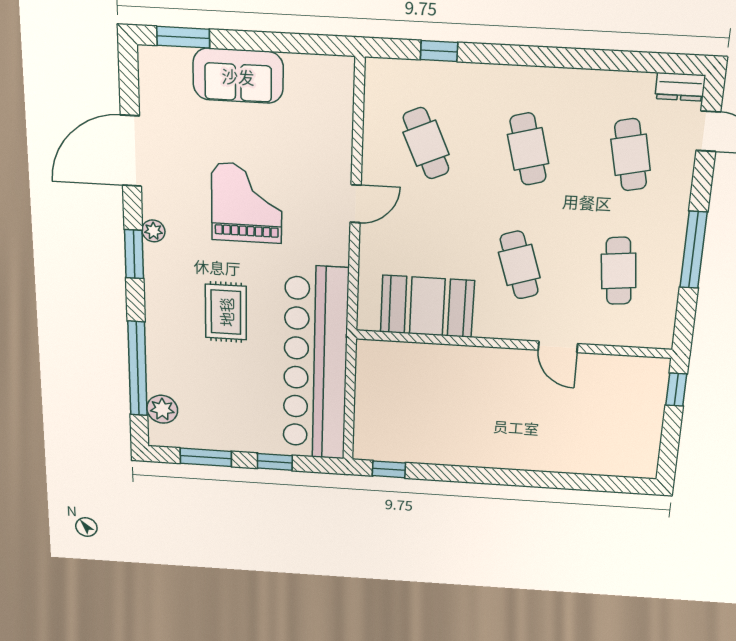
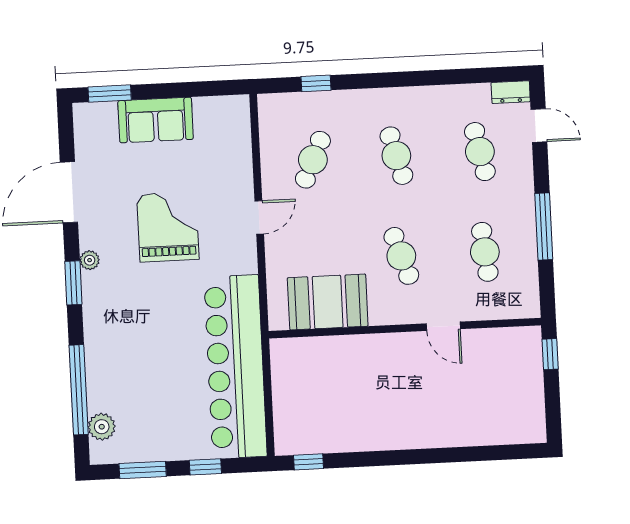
cafe table: (426, 143) -> (313, 160), turned 48
rug: (226, 312) -> (155, 327), removed

